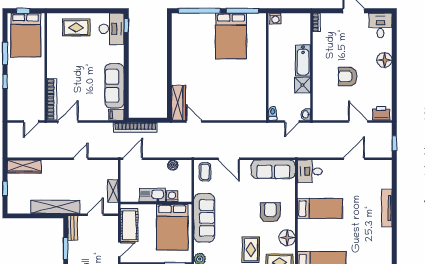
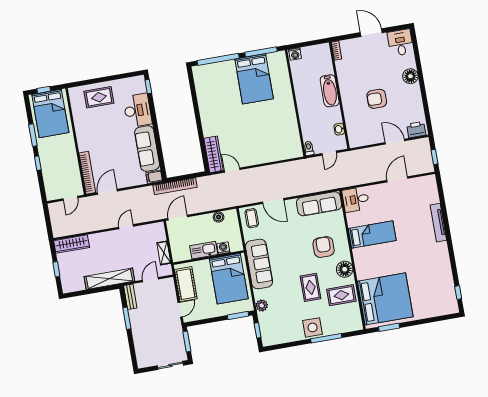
desk: (112, 29) -> (137, 110), moved
shower: (302, 85) -> (333, 115), removed
washbasin: (306, 115) -> (339, 129), moved

